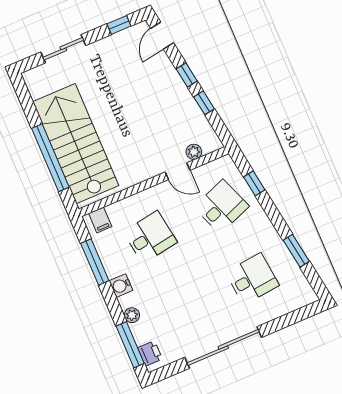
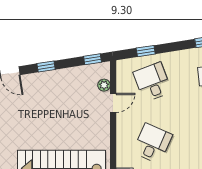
window: (204, 103) -> (92, 59), moved
desk: (150, 237) -> (152, 143), turned 33

